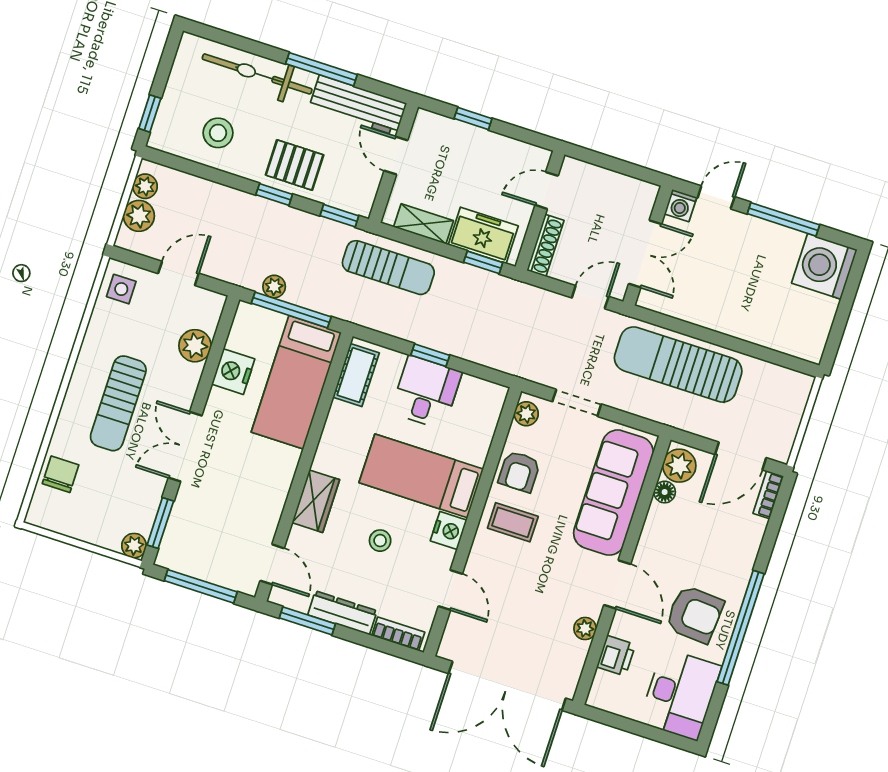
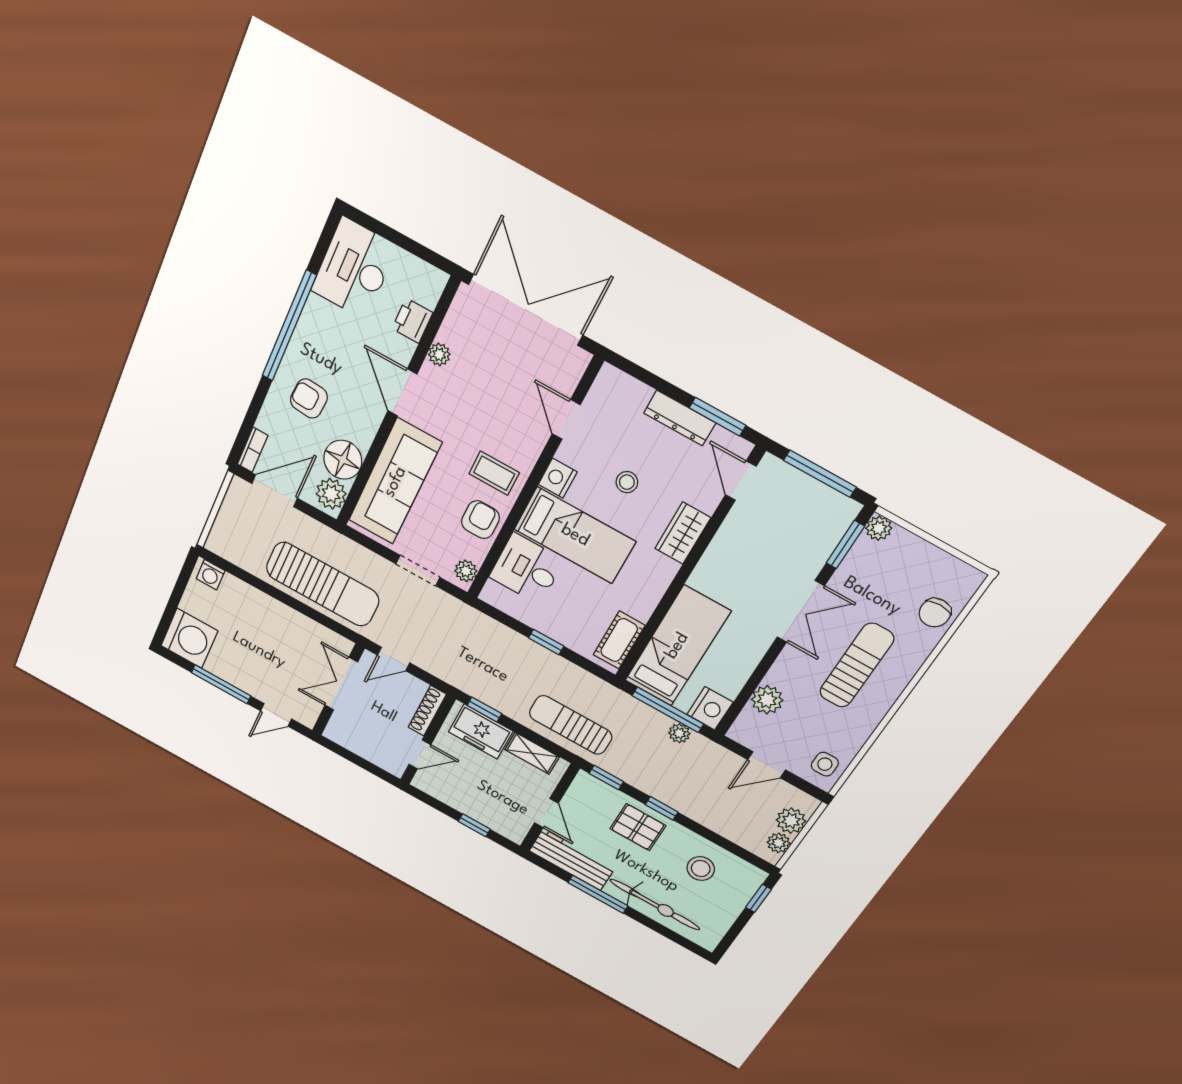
washing machine: (680, 206) -> (211, 575), moved, turned 180
nightstand: (233, 372) -> (710, 708), moved
desk: (426, 392) -> (527, 569), moved, turned 90
floor lamp: (665, 492) -> (343, 460), width x1.89, depth x1.89
armchair: (695, 614) -> (309, 399), moved, width x0.72, depth x0.72
bookcase: (398, 634) -> (627, 385), removed

